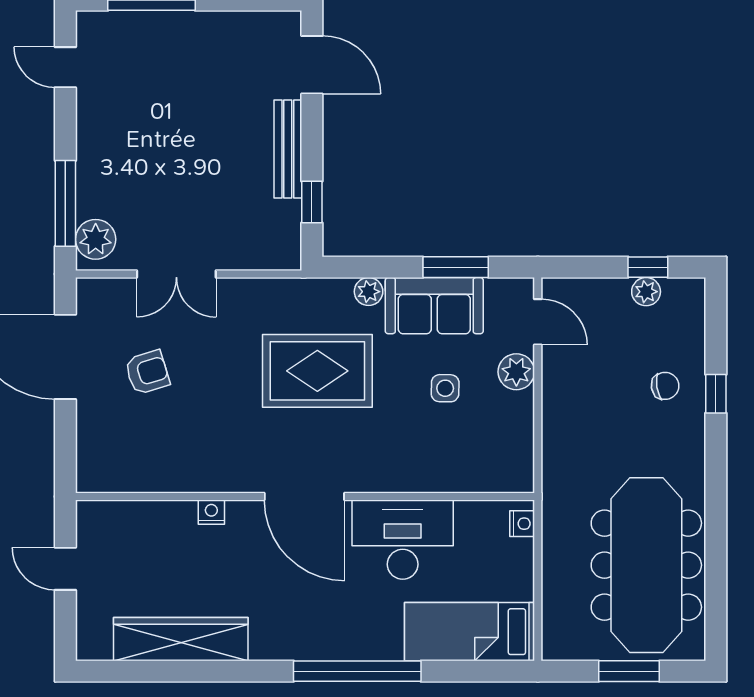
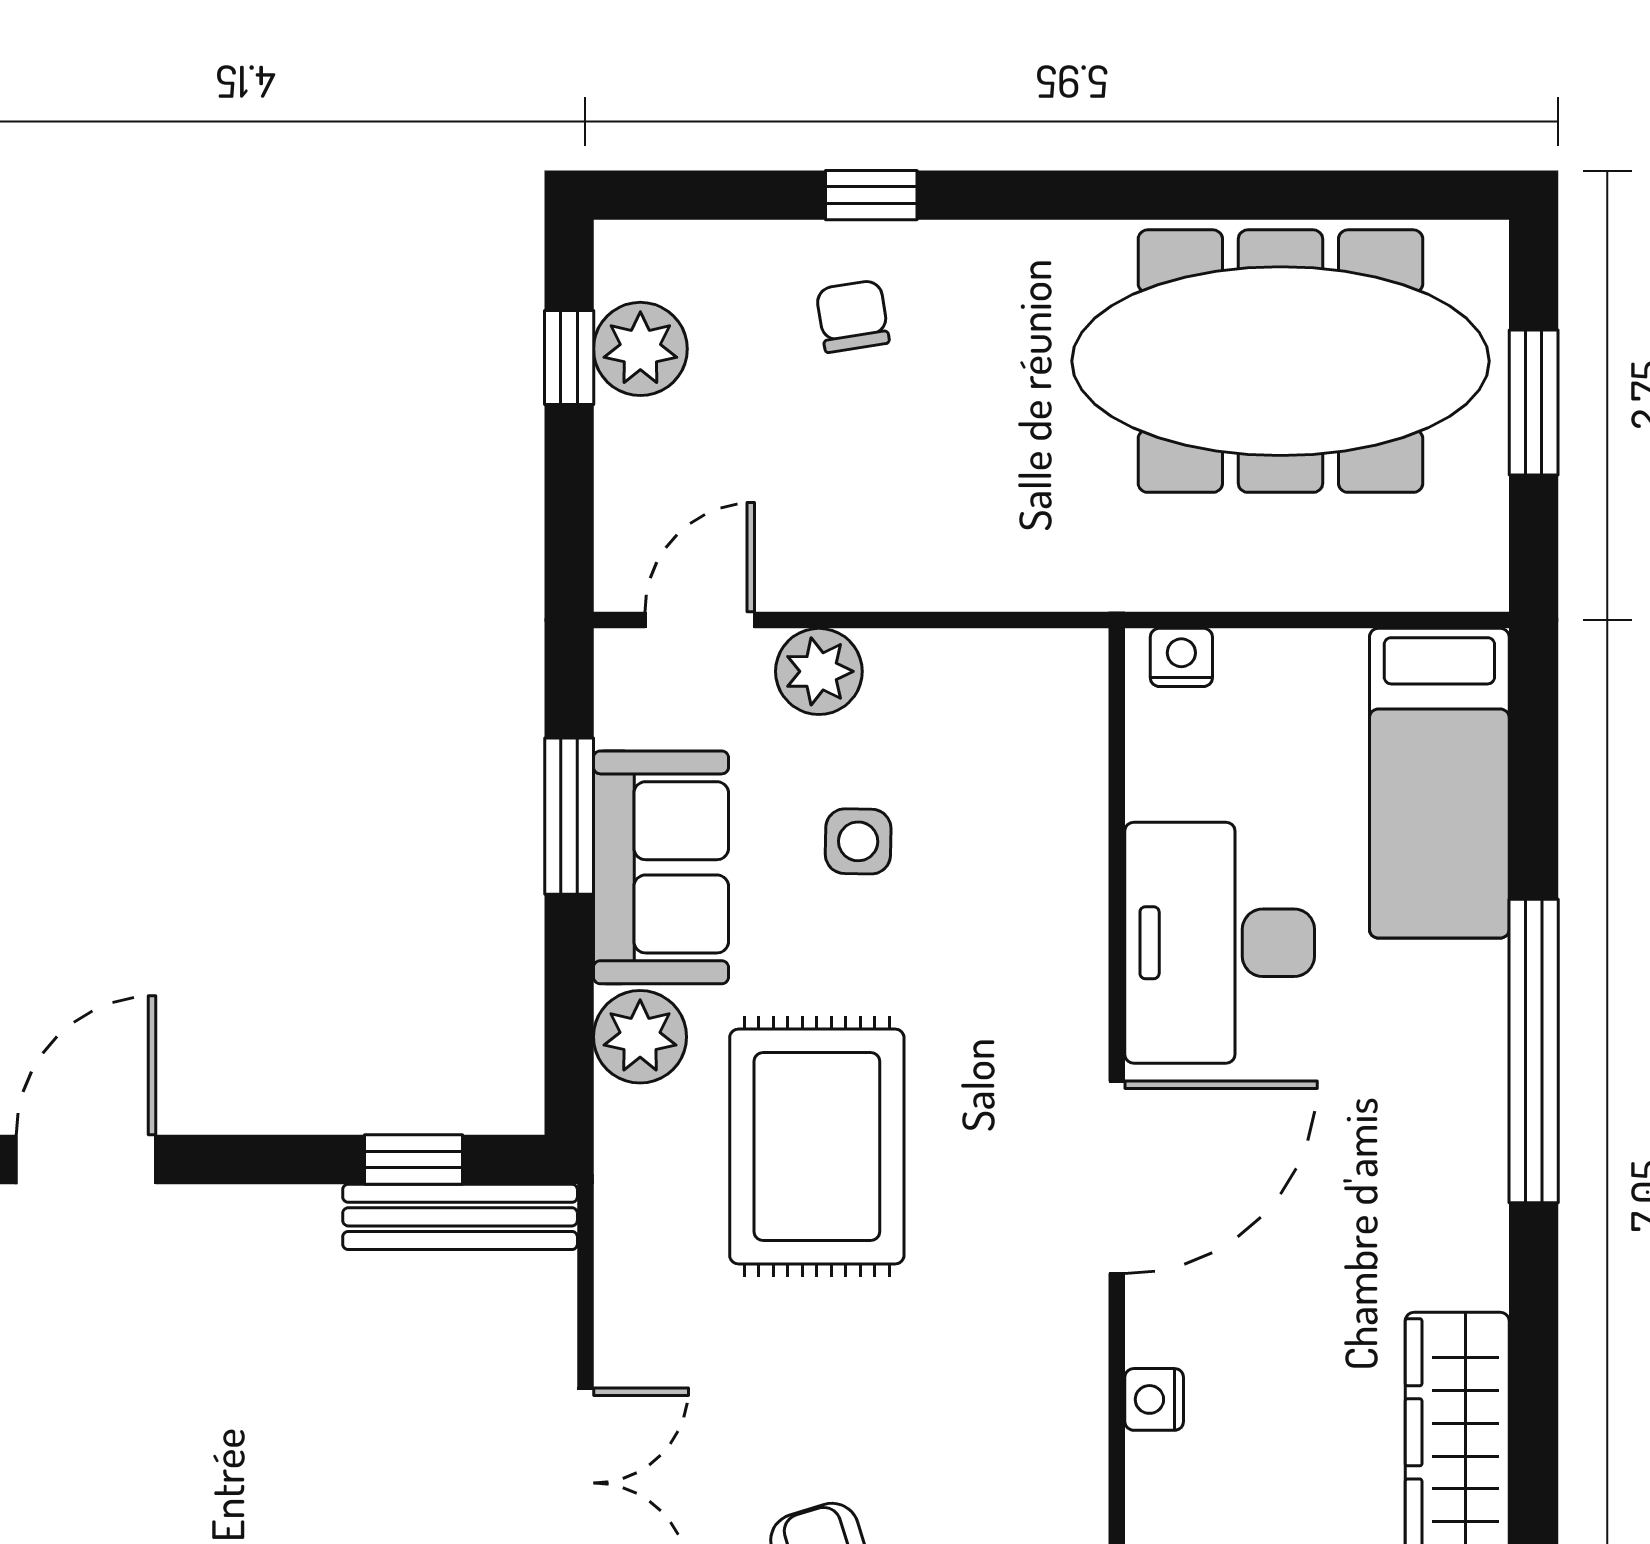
bench: (288, 149) -> (460, 1217), moved
plant: (369, 292) -> (640, 1037), width x1.38, depth x1.38
plant: (646, 292) -> (640, 349), width x1.38, depth x1.38

